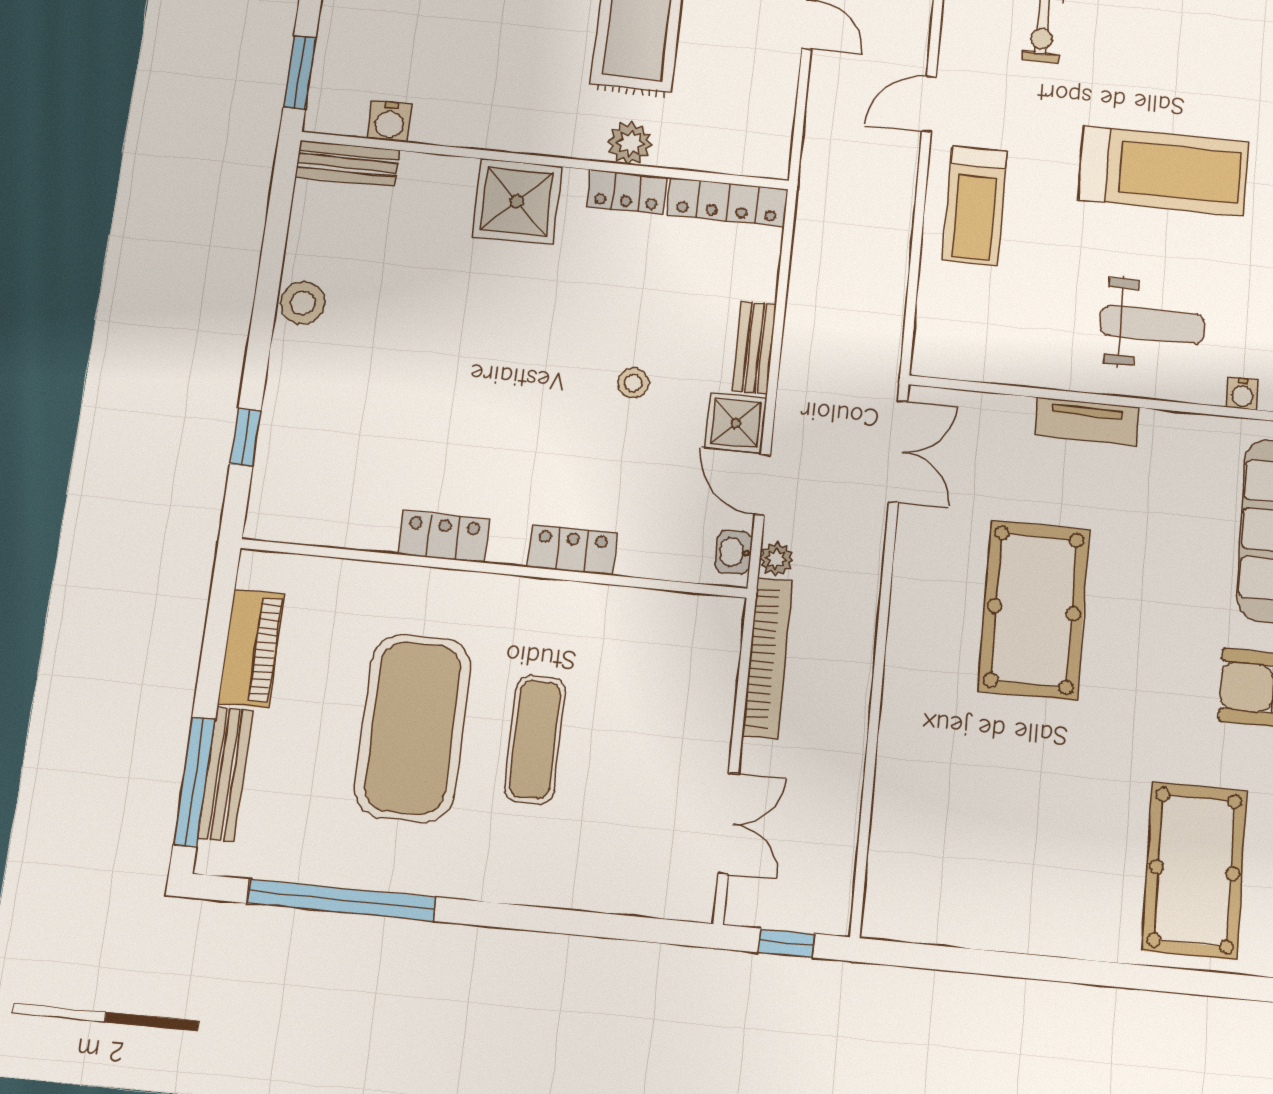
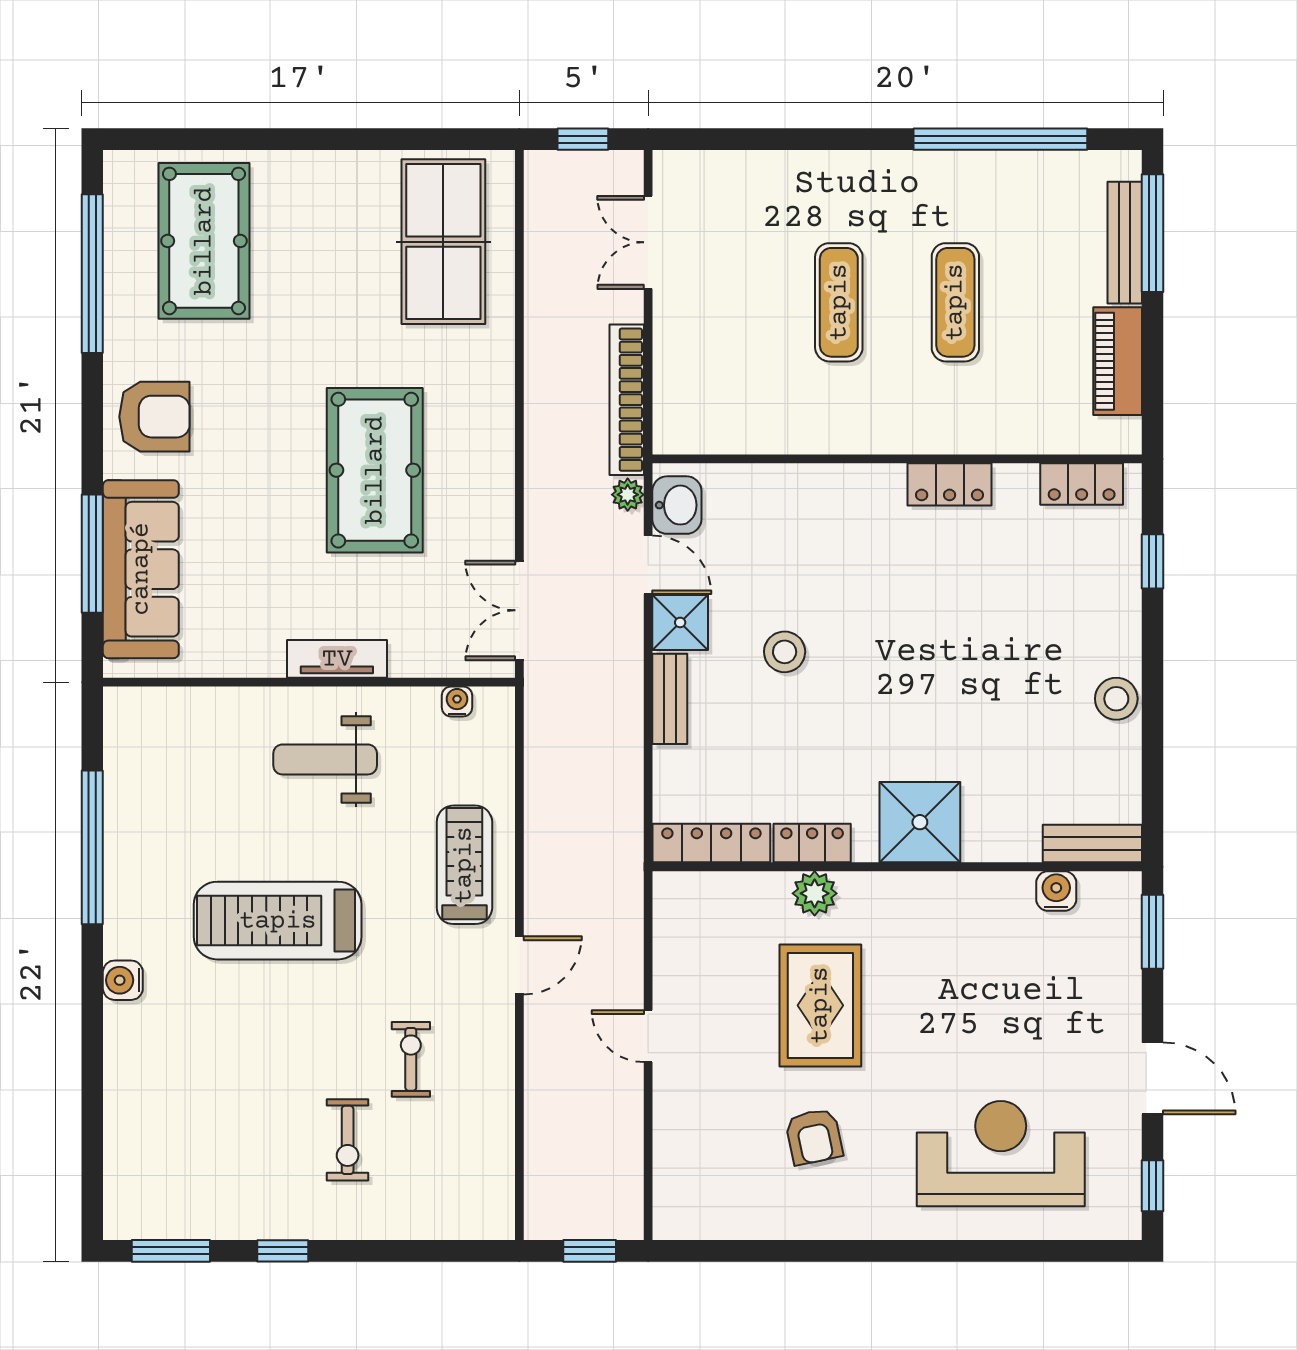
weight bench: (1152, 325) -> (325, 759), moved
stool: (633, 383) -> (785, 652), width x1.37, depth x1.37
water cooler: (1242, 394) -> (457, 701), moved
locker: (572, 550) -> (1082, 484), moved
washbasin: (734, 552) -> (677, 505), width x1.38, depth x1.45
exercise mat: (413, 728) -> (955, 302), width x0.50, depth x0.69
table tennis table: (944, 845) -> (443, 242), added

